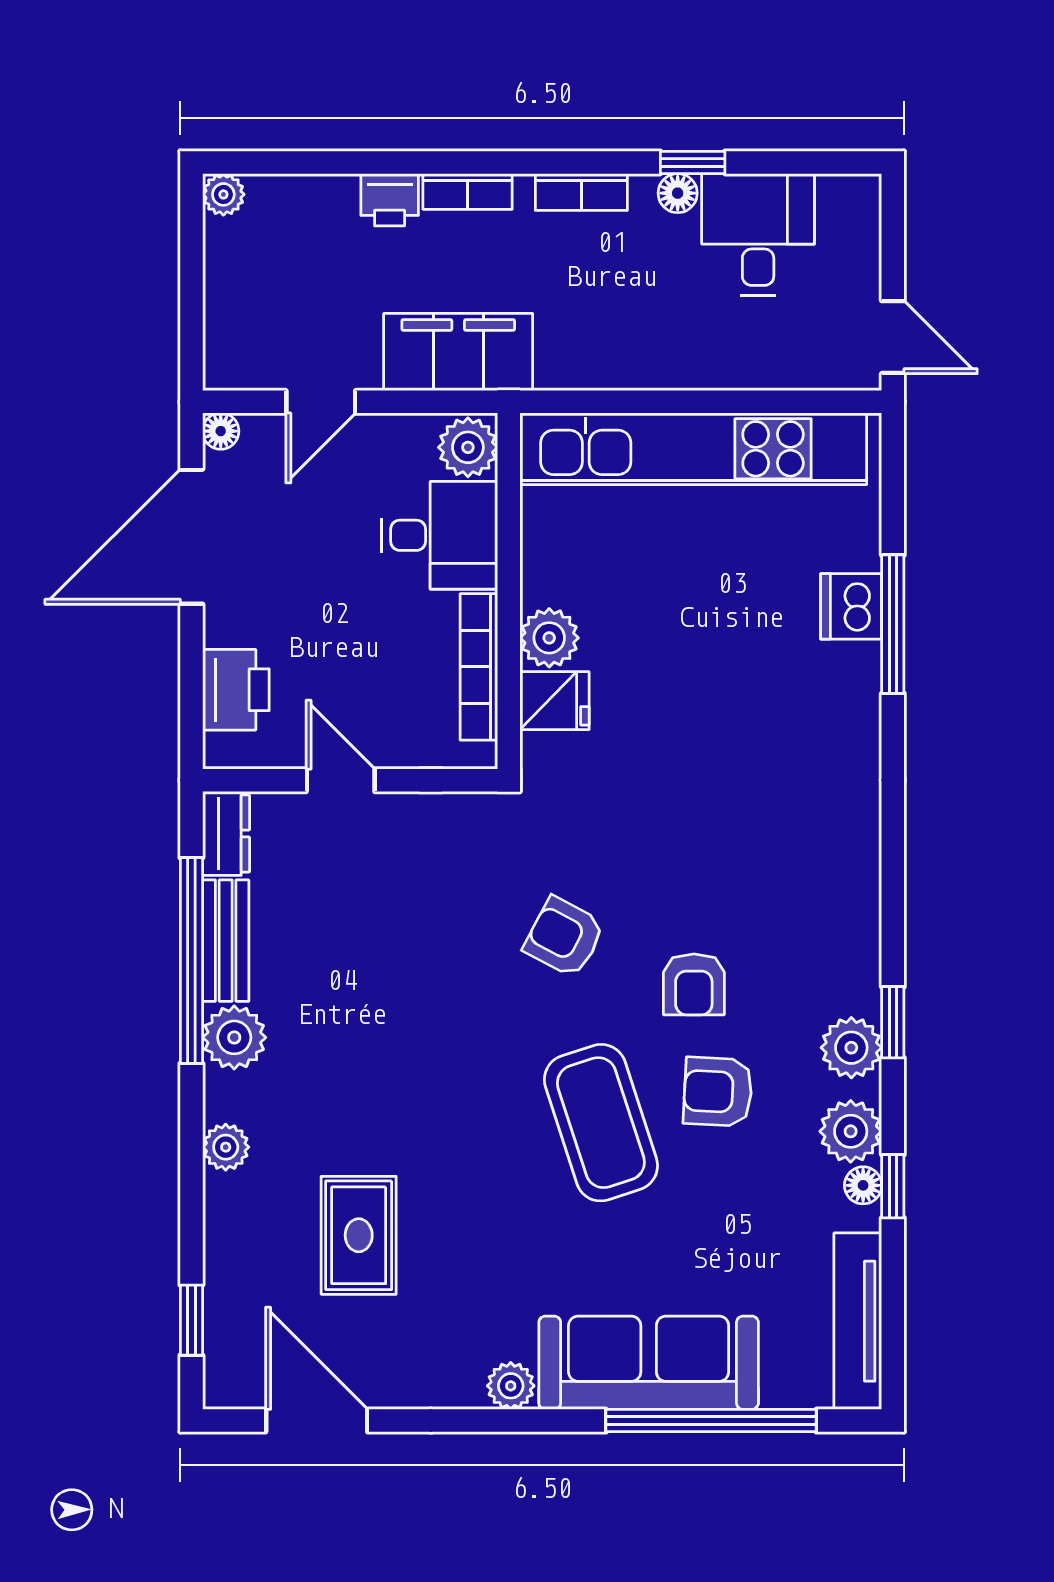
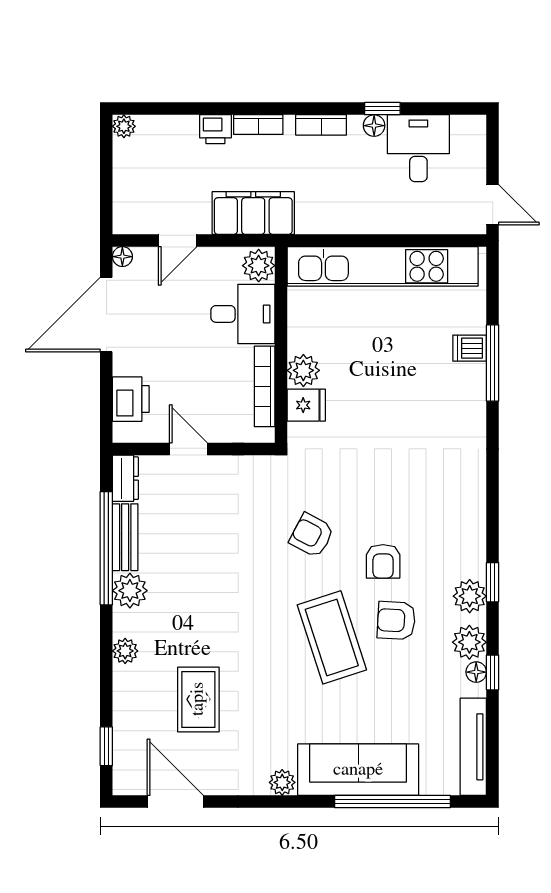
dishwasher: (851, 606) -> (470, 348), width x0.73

